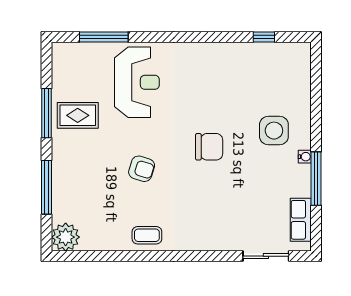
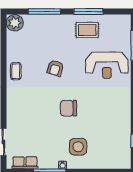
rug: (78, 115) -> (87, 30), turned 90
chair: (209, 147) -> (68, 108), turned 90

